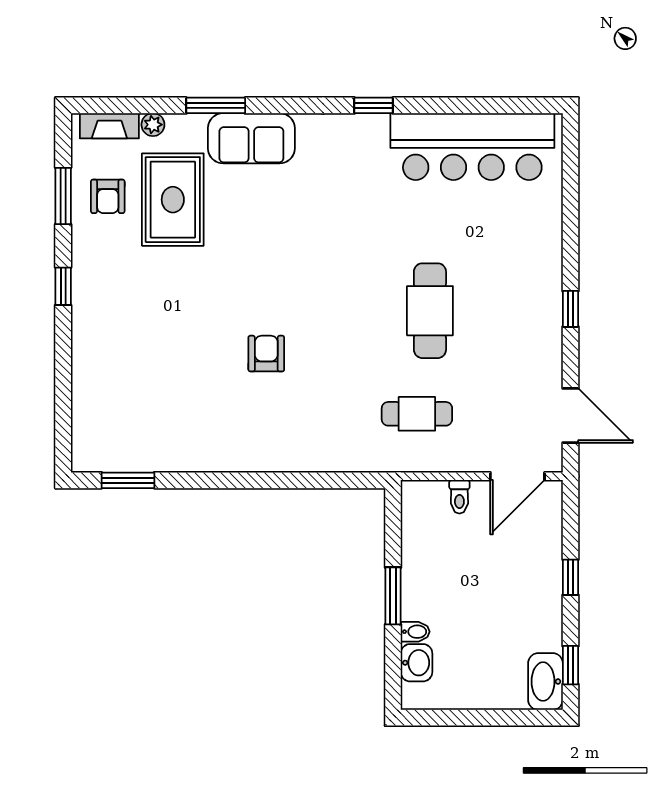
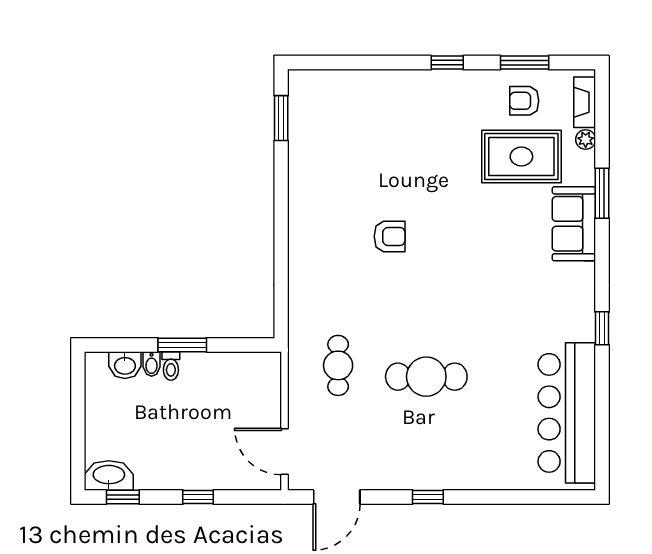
toilet: (459, 497) -> (171, 366), moved, turned -90

